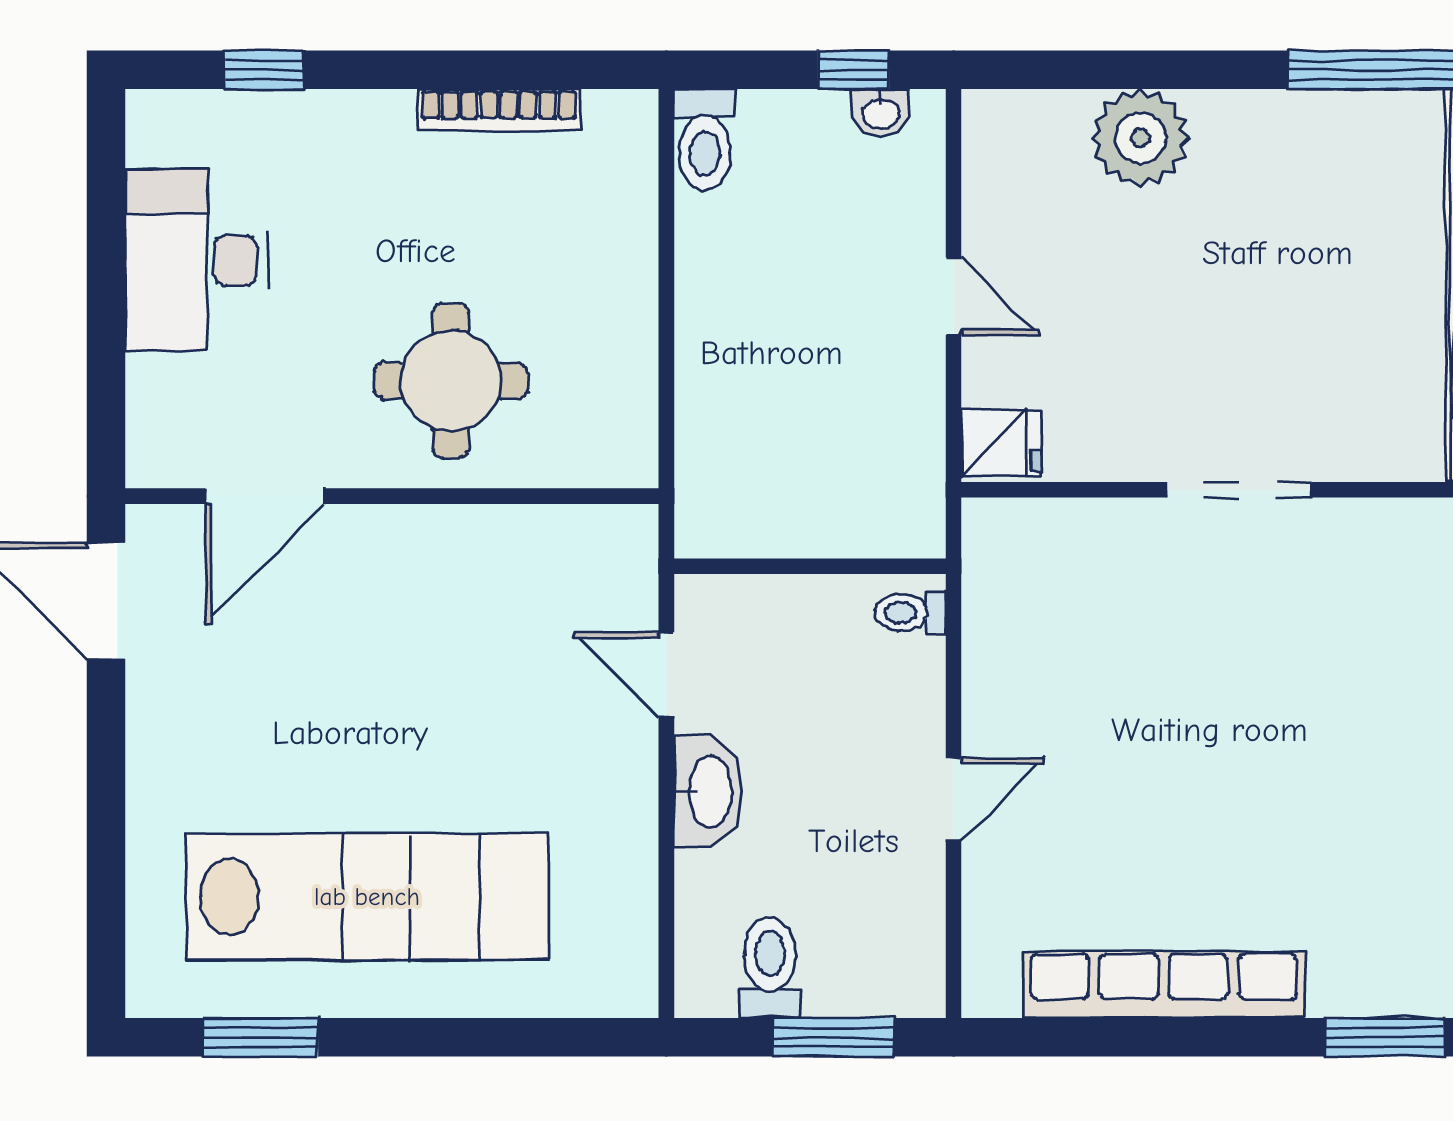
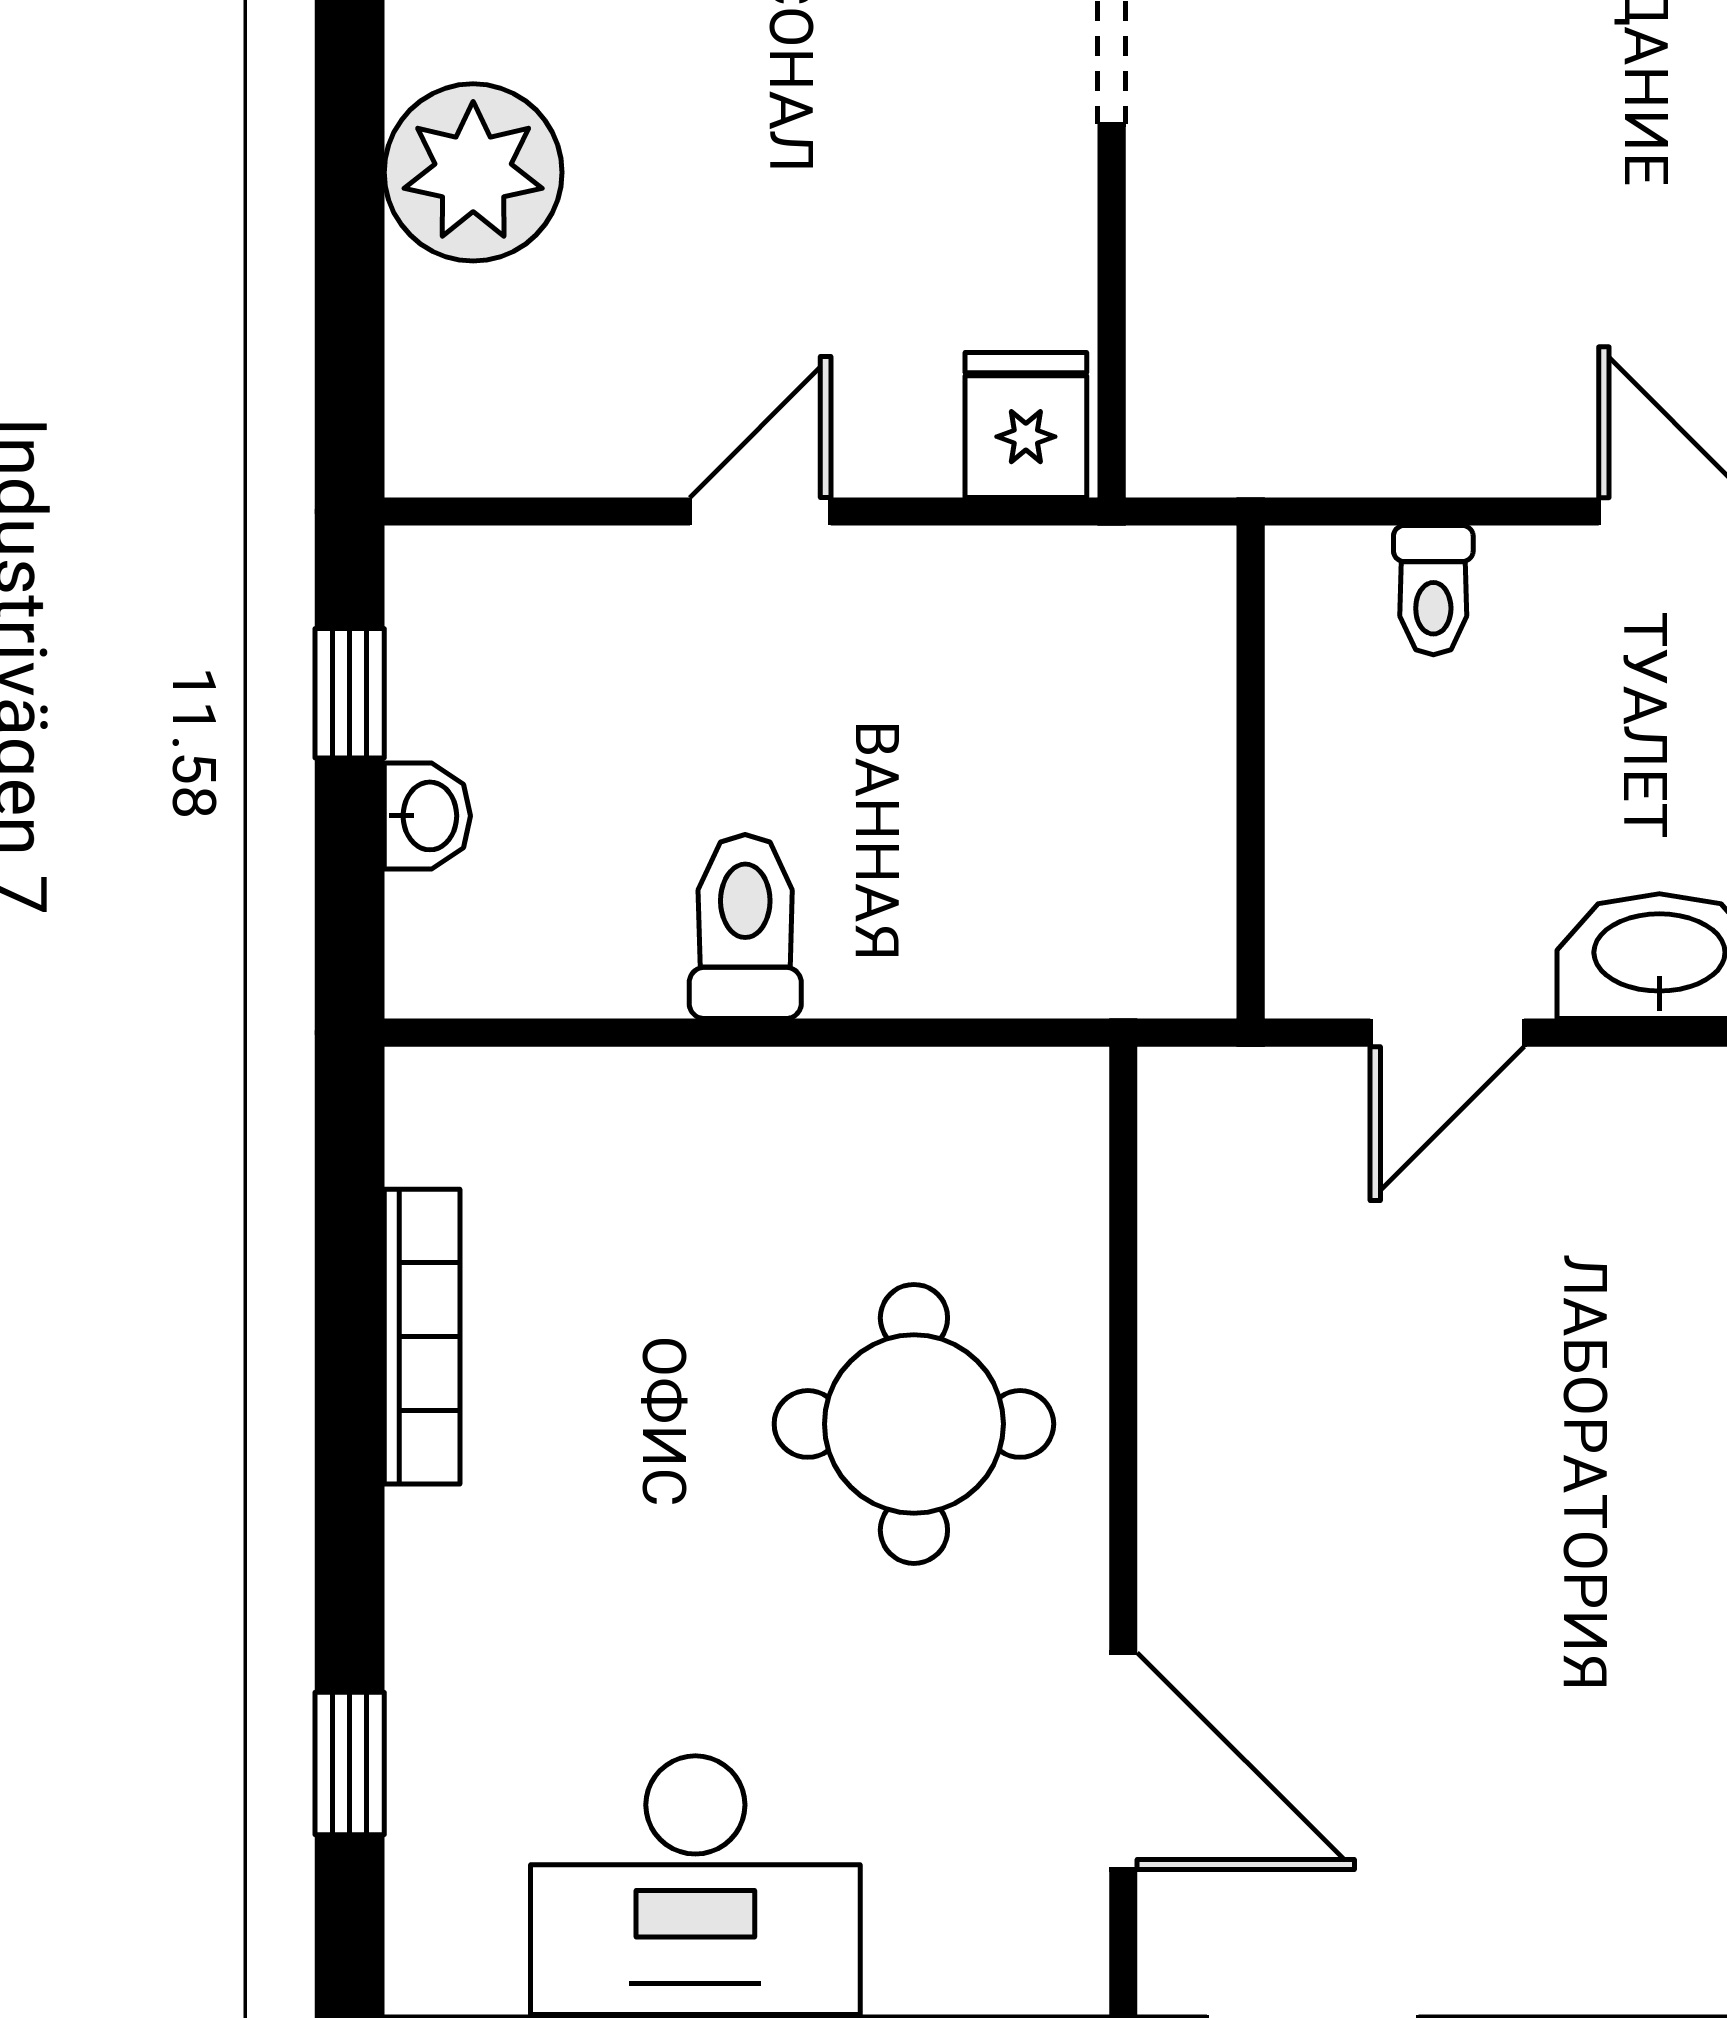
washbasin: (881, 113) -> (427, 816), moved
toilet: (705, 140) -> (745, 927), moved, turned -90
toilet: (910, 612) -> (1433, 590), moved

